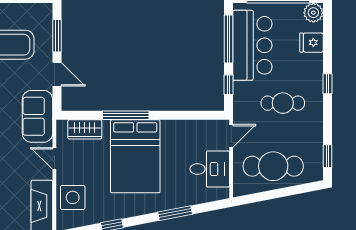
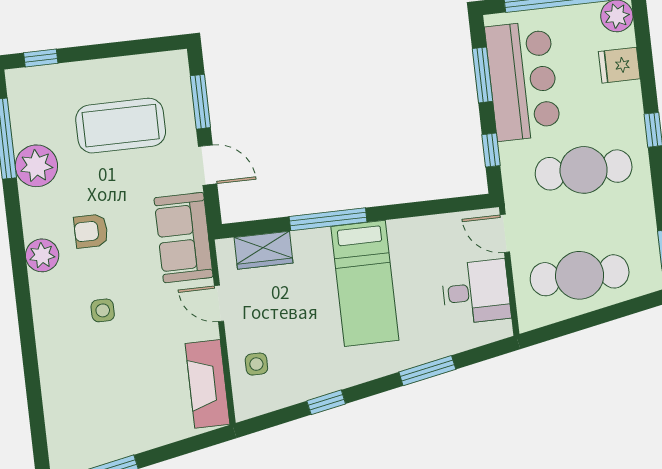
window: (228, 39) -> (482, 75), width x0.69
cafe table: (283, 103) -> (584, 170), width x1.37, depth x1.35
door: (231, 136) -> (505, 233), swing flipped
bed: (135, 156) -> (365, 283), width x0.67
side table: (73, 197) -> (256, 364), width x0.54, depth x0.54

